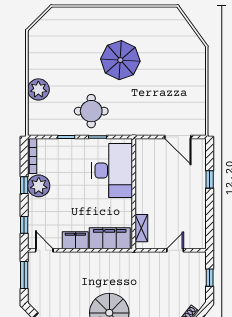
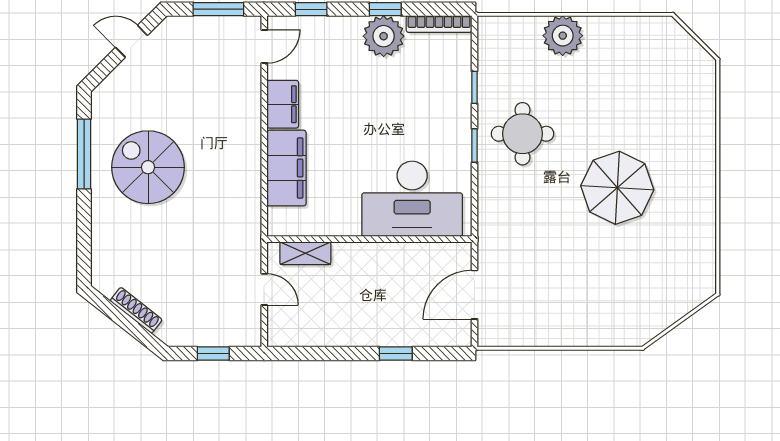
desk: (112, 171) -> (412, 199), moved
wall: (134, 194) -> (369, 239), moved
shelving: (141, 228) -> (305, 253), moved

